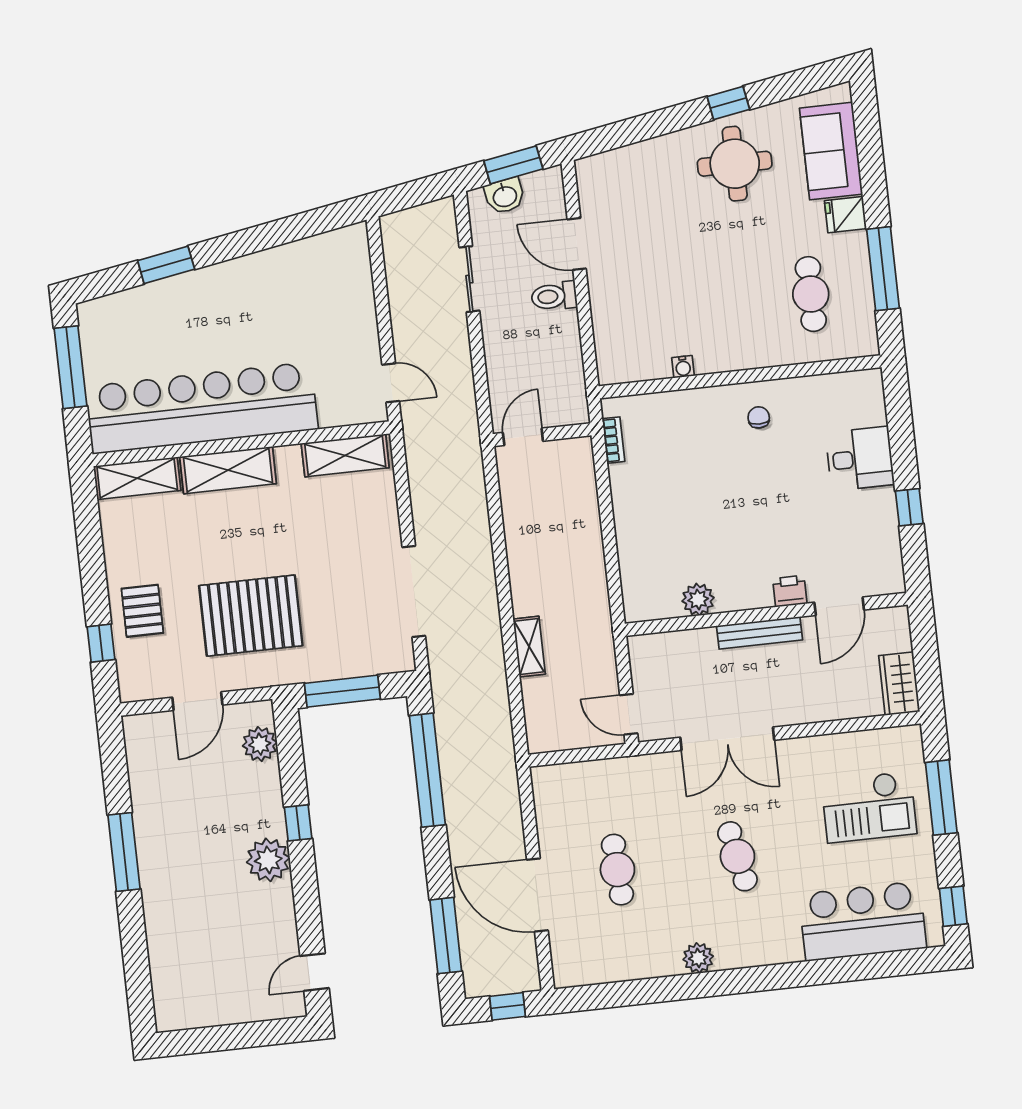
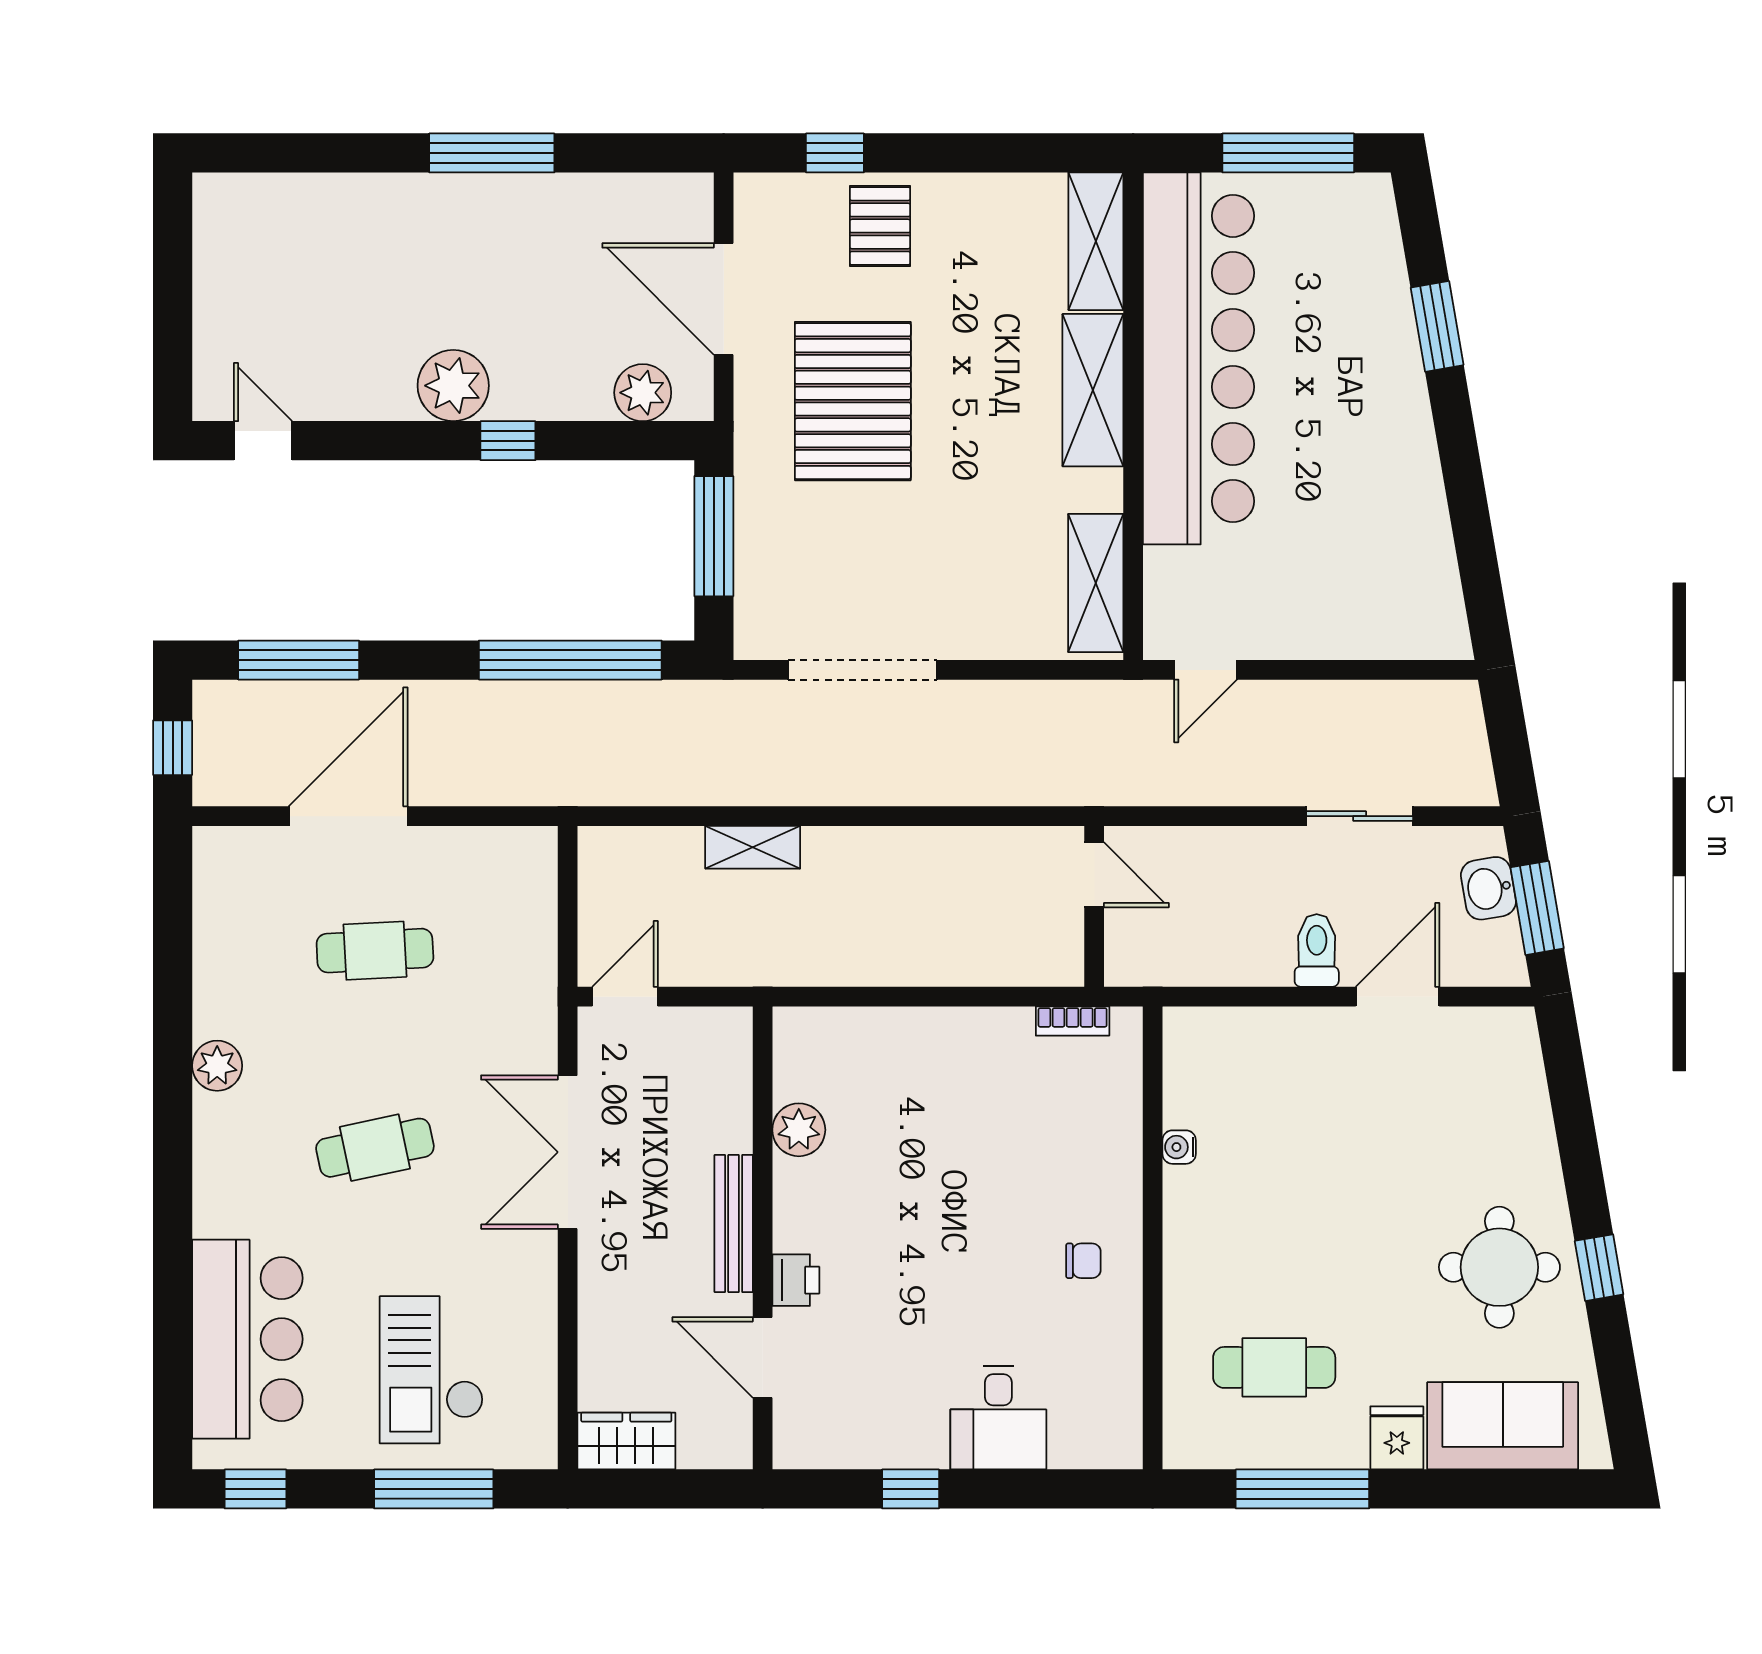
pallet: (142, 611) -> (880, 226), turned 90
door: (197, 701) -> (724, 299), width x1.36

